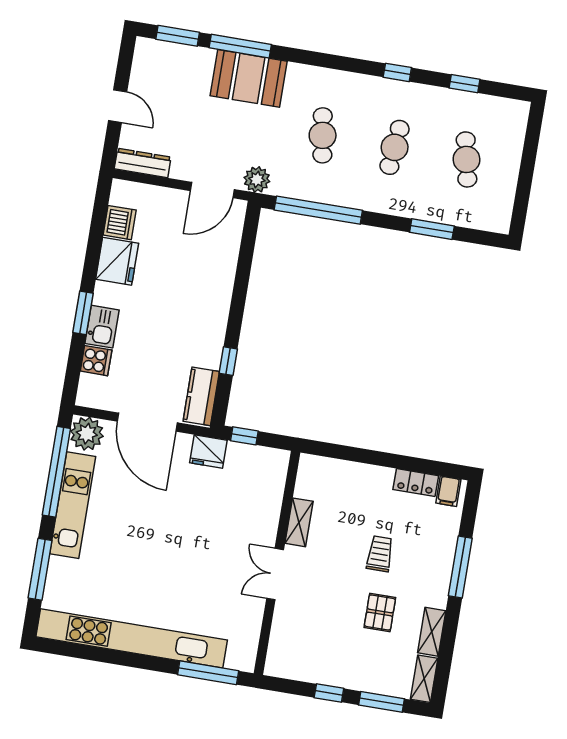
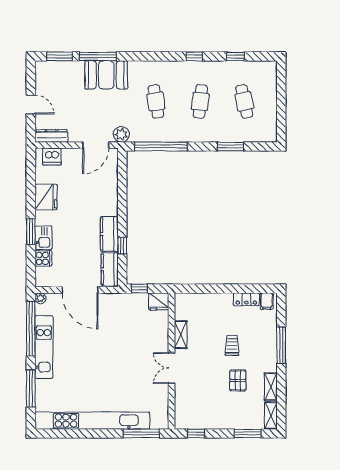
dishwasher: (120, 223) -> (52, 156), moved, turned 90
kitchen counter: (210, 339) -> (109, 234), added
plant: (87, 434) -> (40, 298), width x0.53, depth x0.53
fridge: (208, 451) -> (159, 301), moved
window: (329, 693) -> (196, 433), moved

